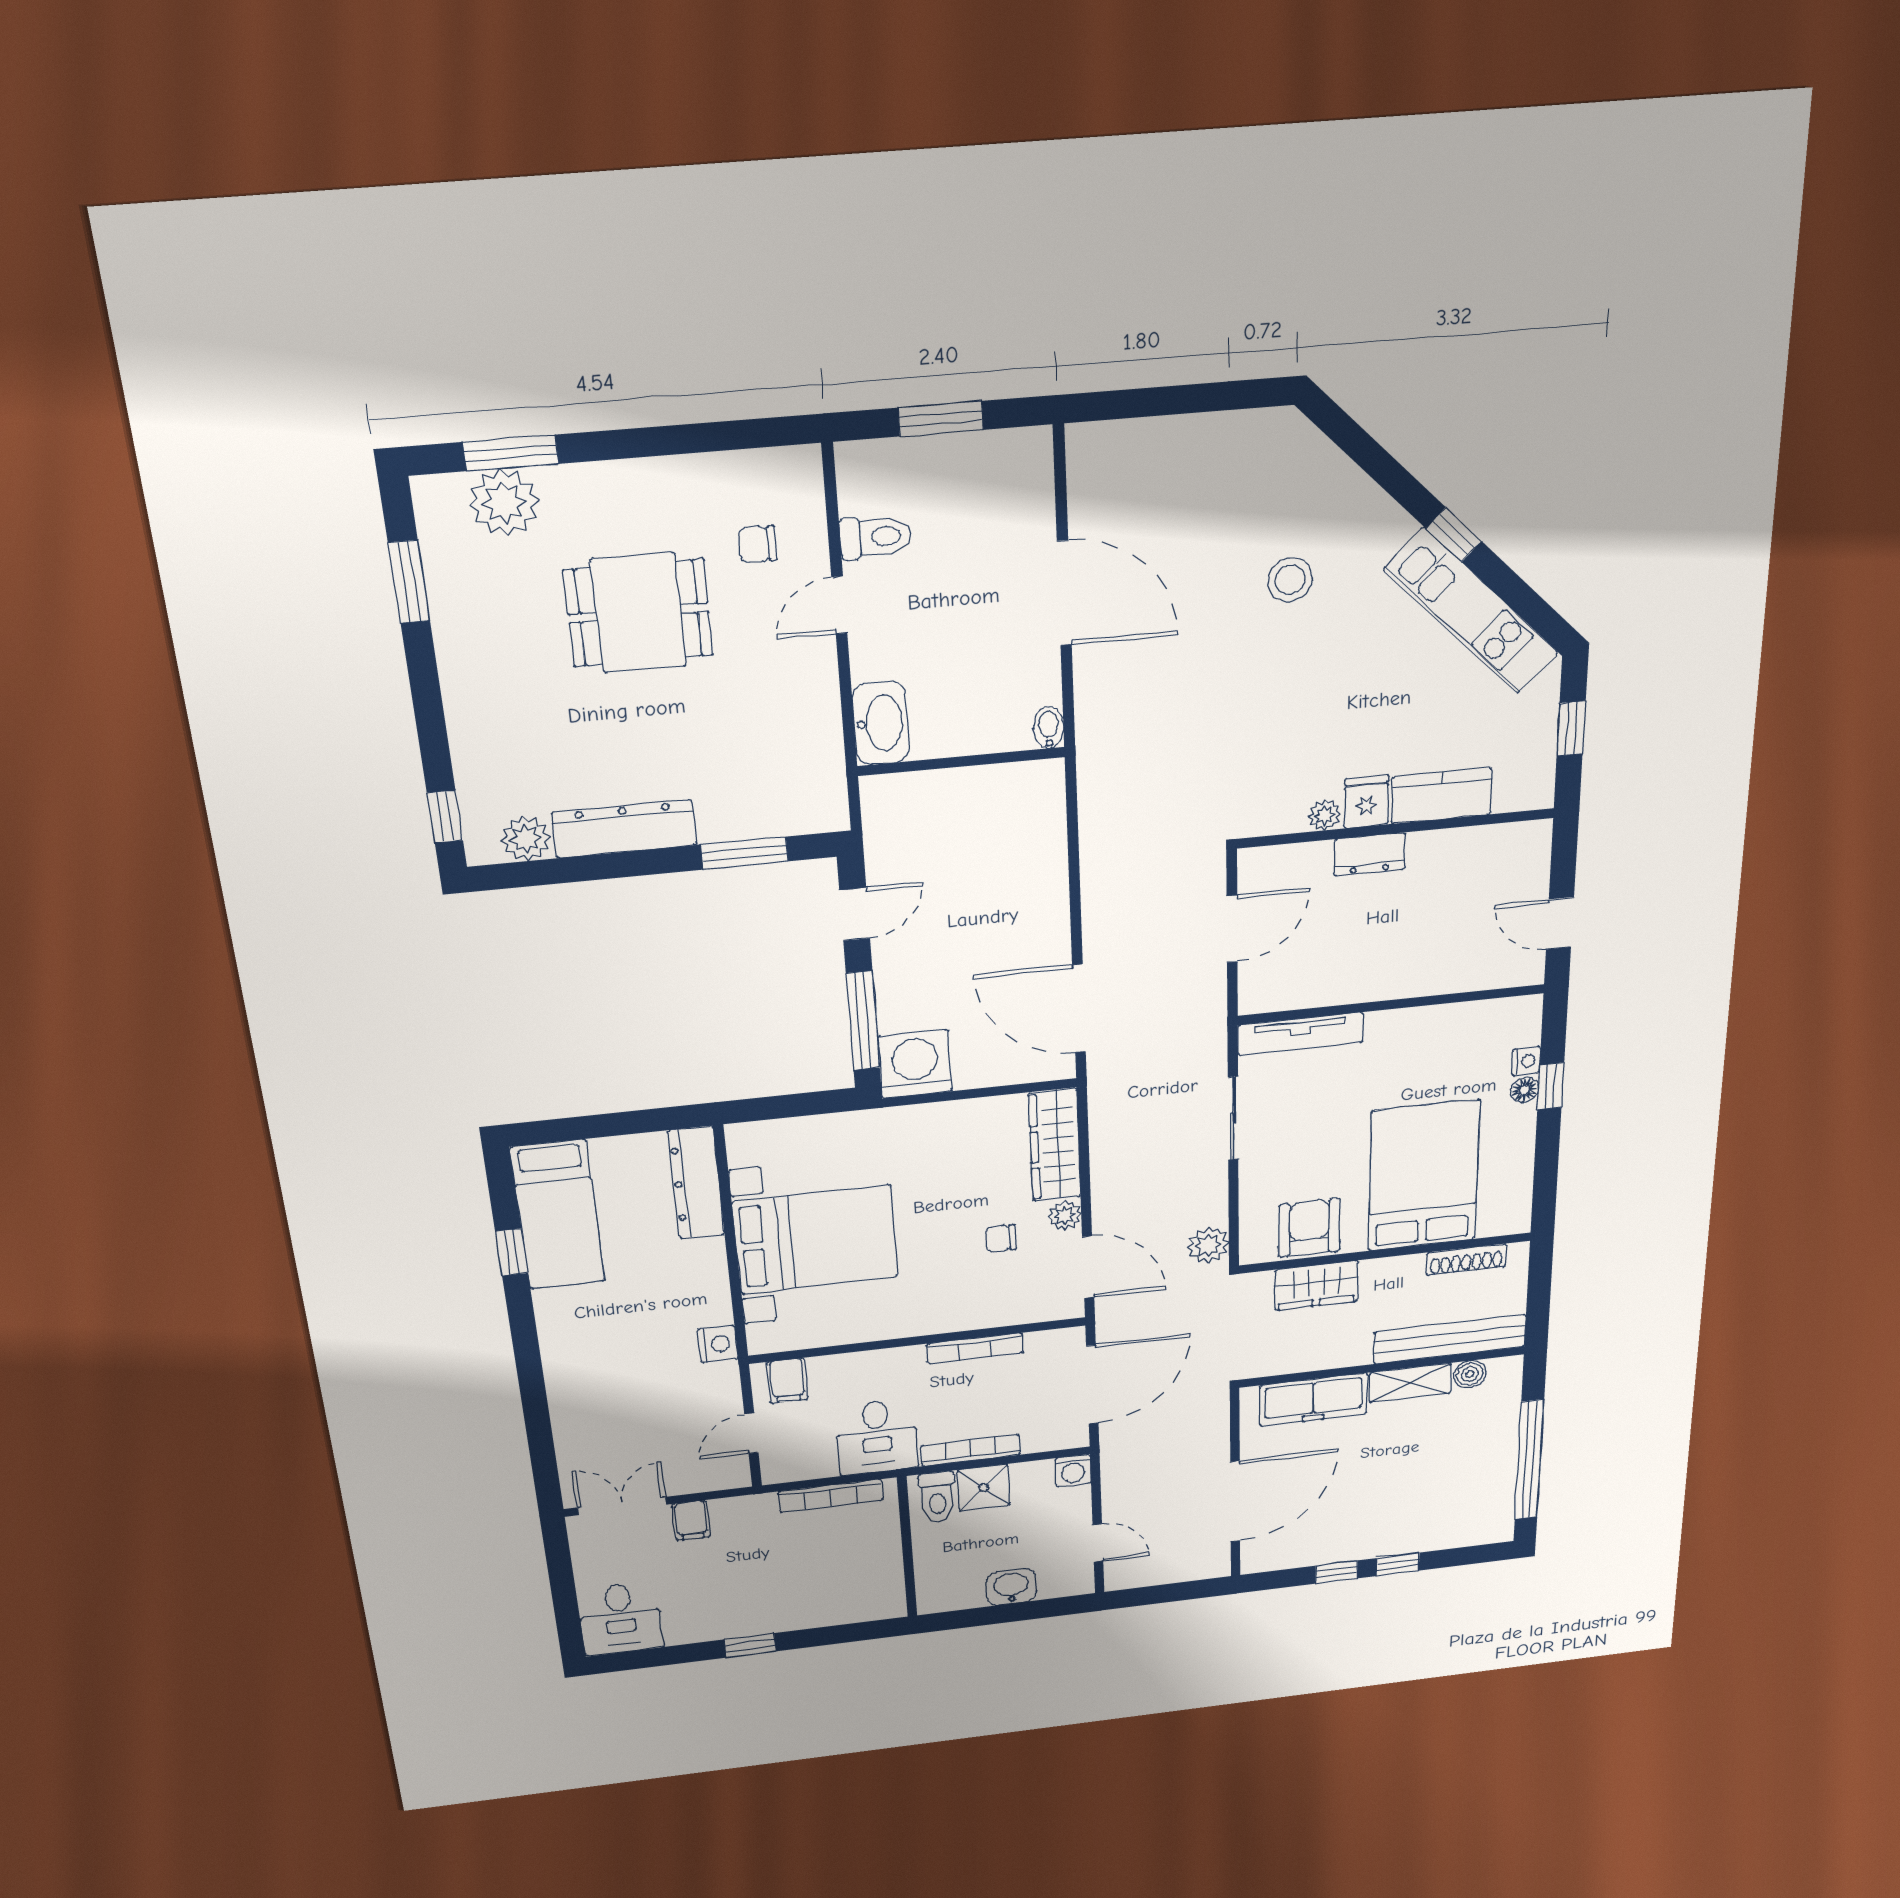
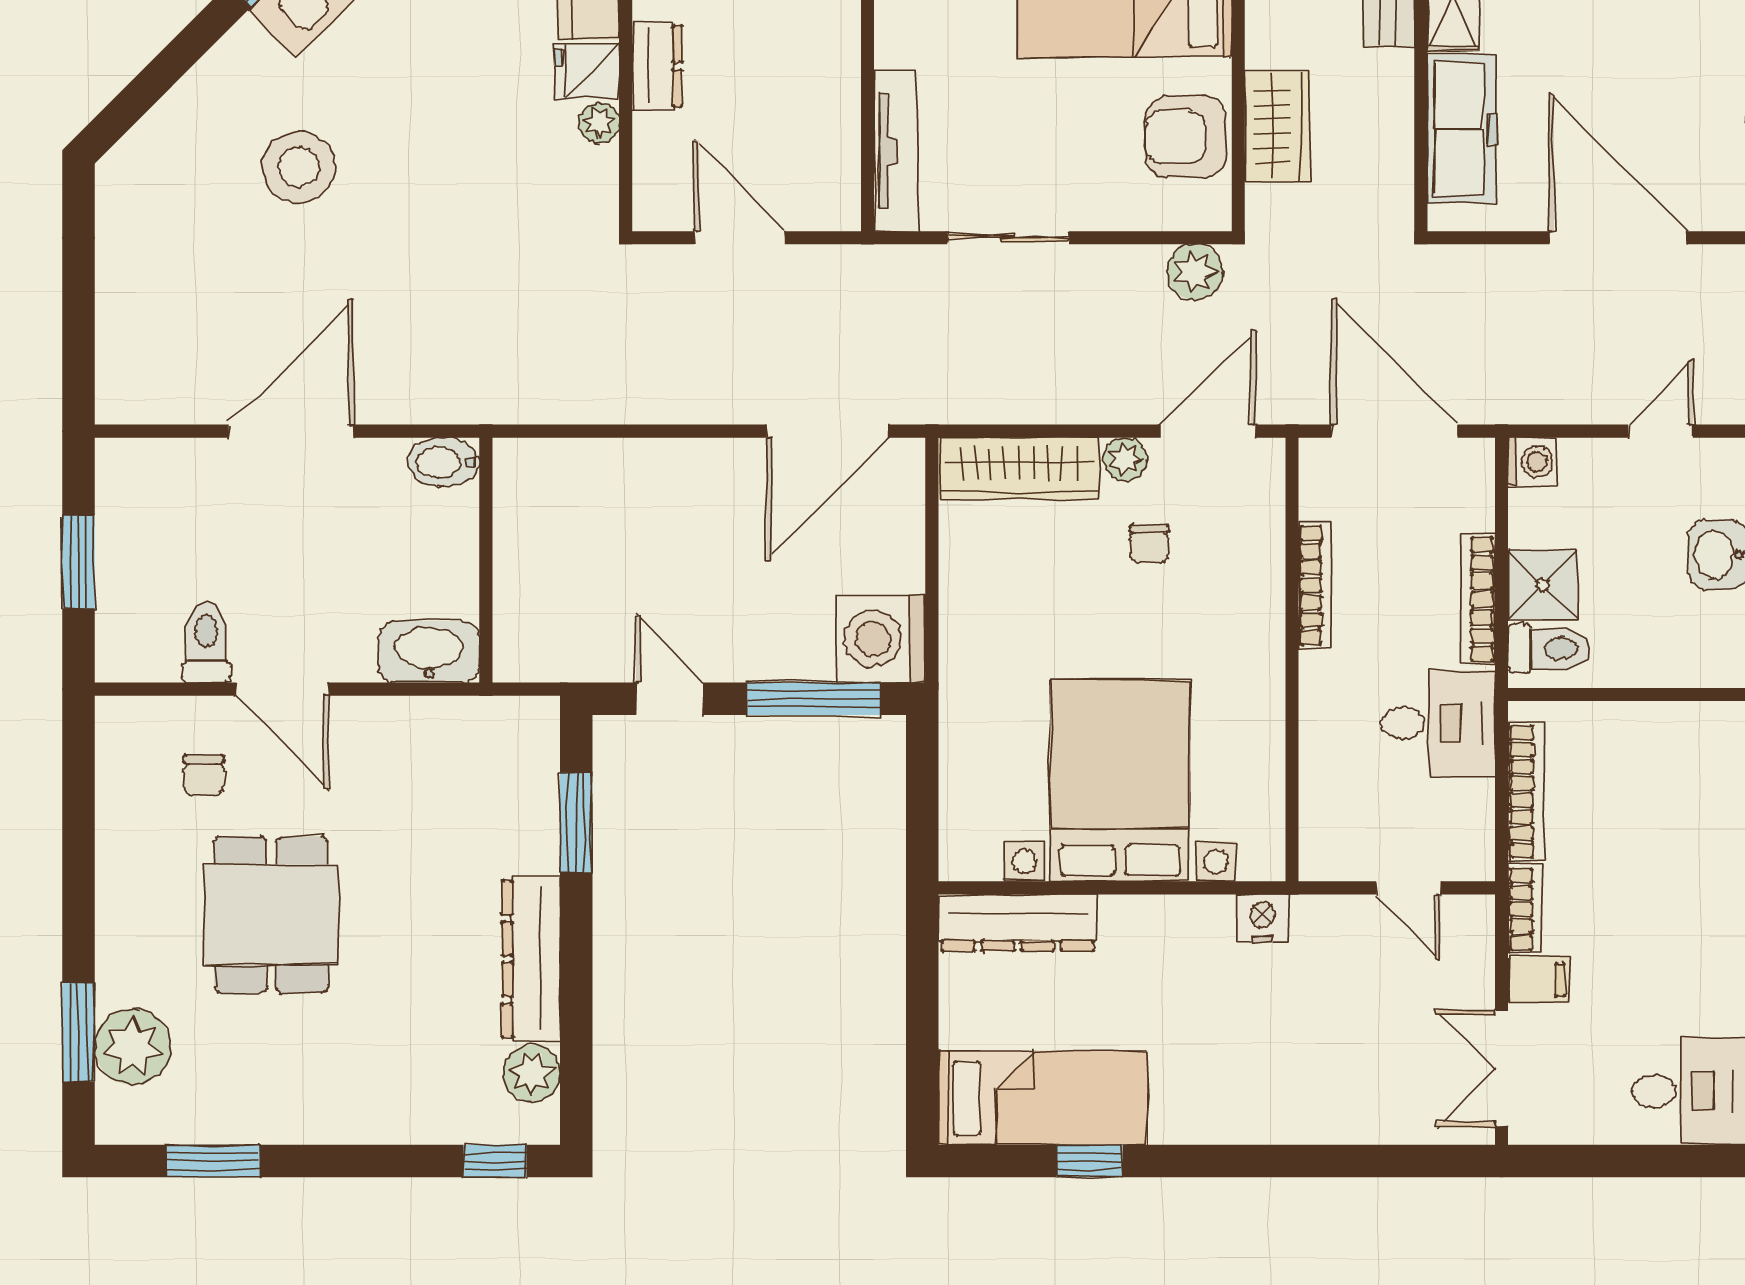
stool: (1290, 580) -> (299, 167), width x1.38, depth x1.38
door: (839, 605) -> (282, 689), width x1.38
bidet: (1049, 727) -> (444, 462), width x1.38, depth x1.36
filing cabinet: (787, 1381) -> (1331, 834), removed
bookcase: (743, 1506) -> (1525, 909), added

